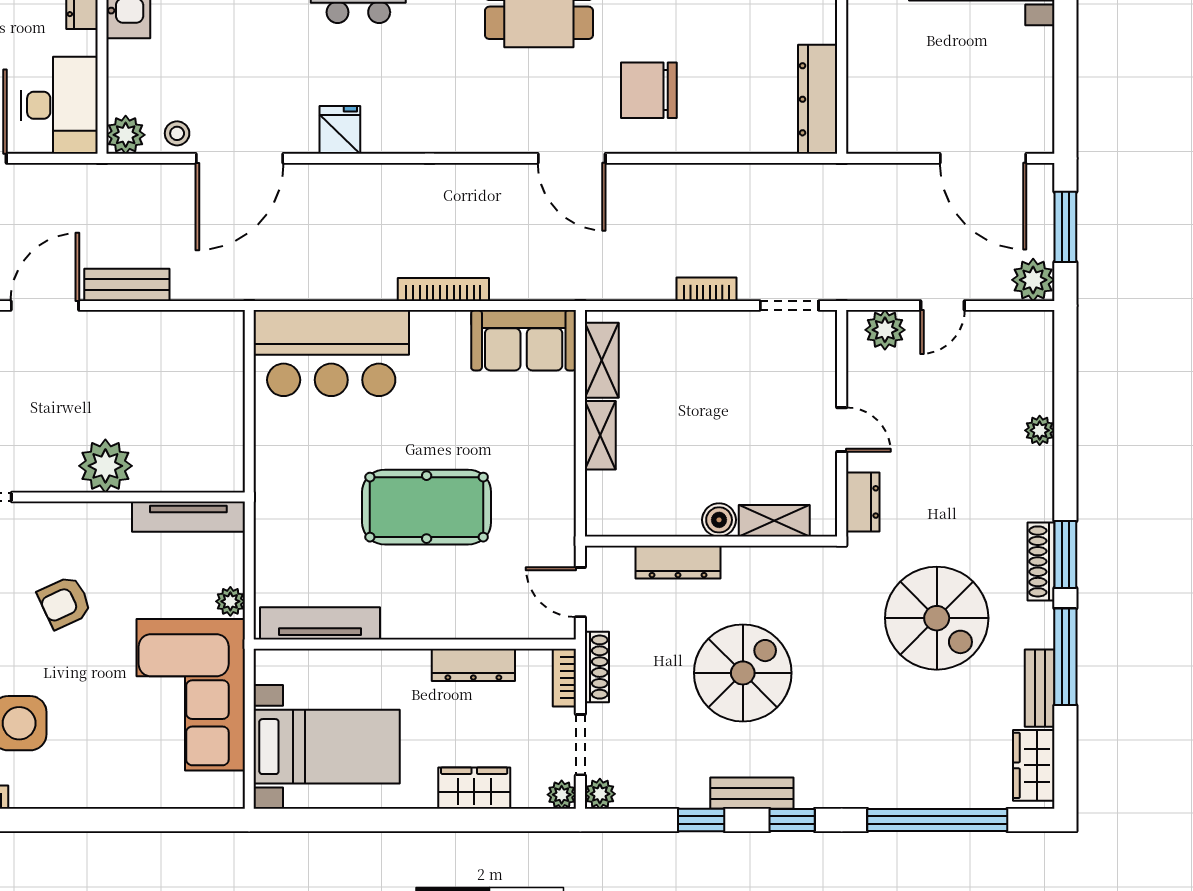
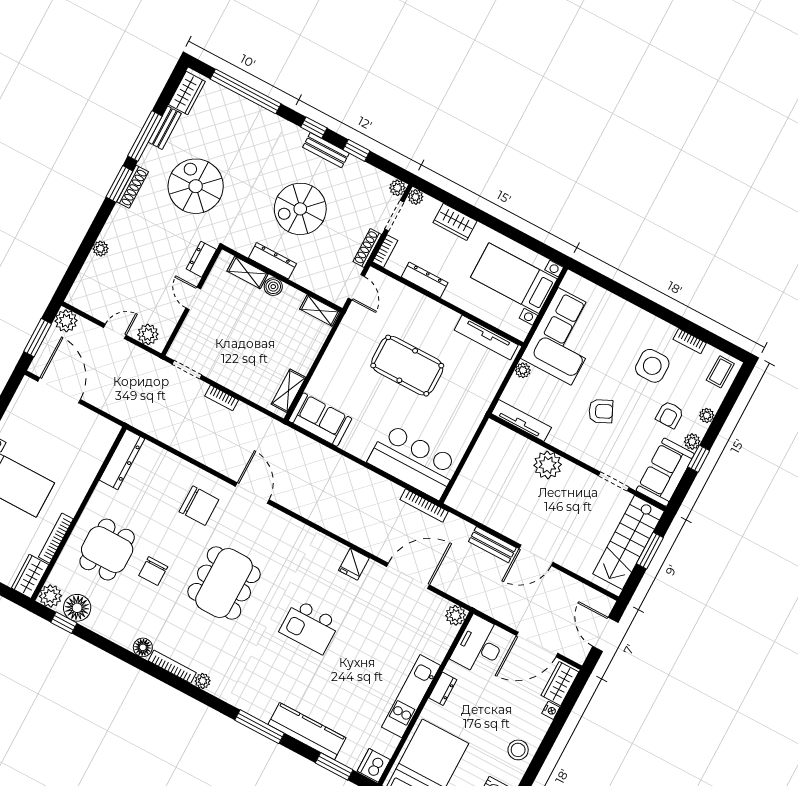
stool: (177, 133) -> (431, 603), removed
bookcase: (443, 290) -> (424, 505), moved
shelving: (600, 435) -> (320, 311), moved, turned 90
dresser: (678, 562) -> (273, 261), moved

